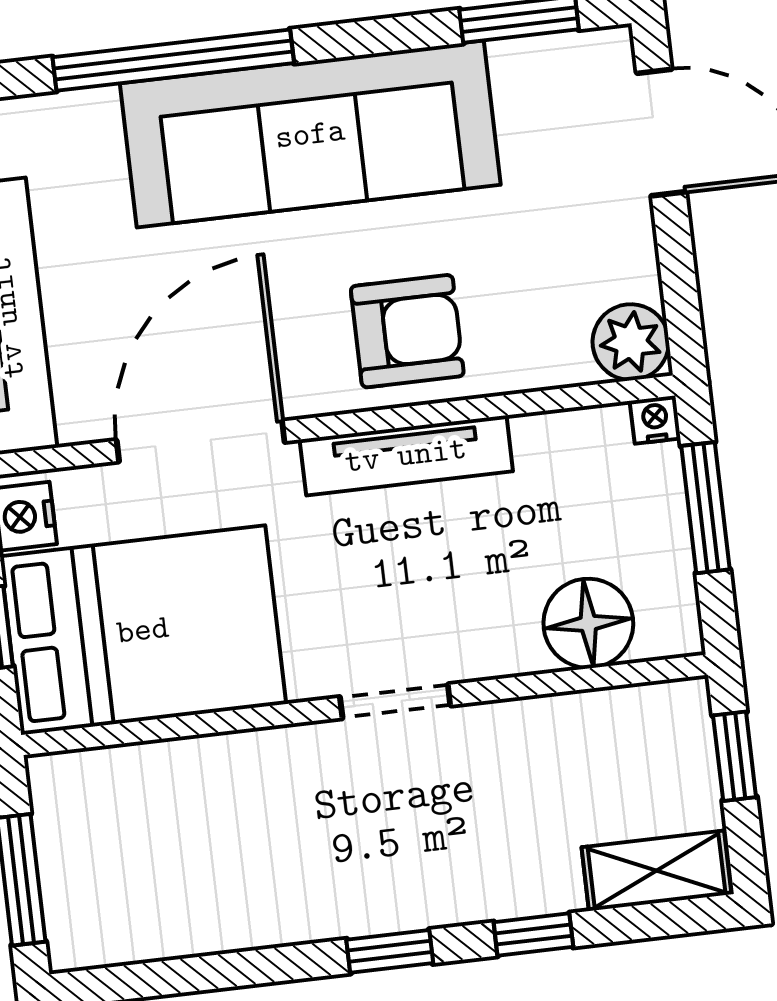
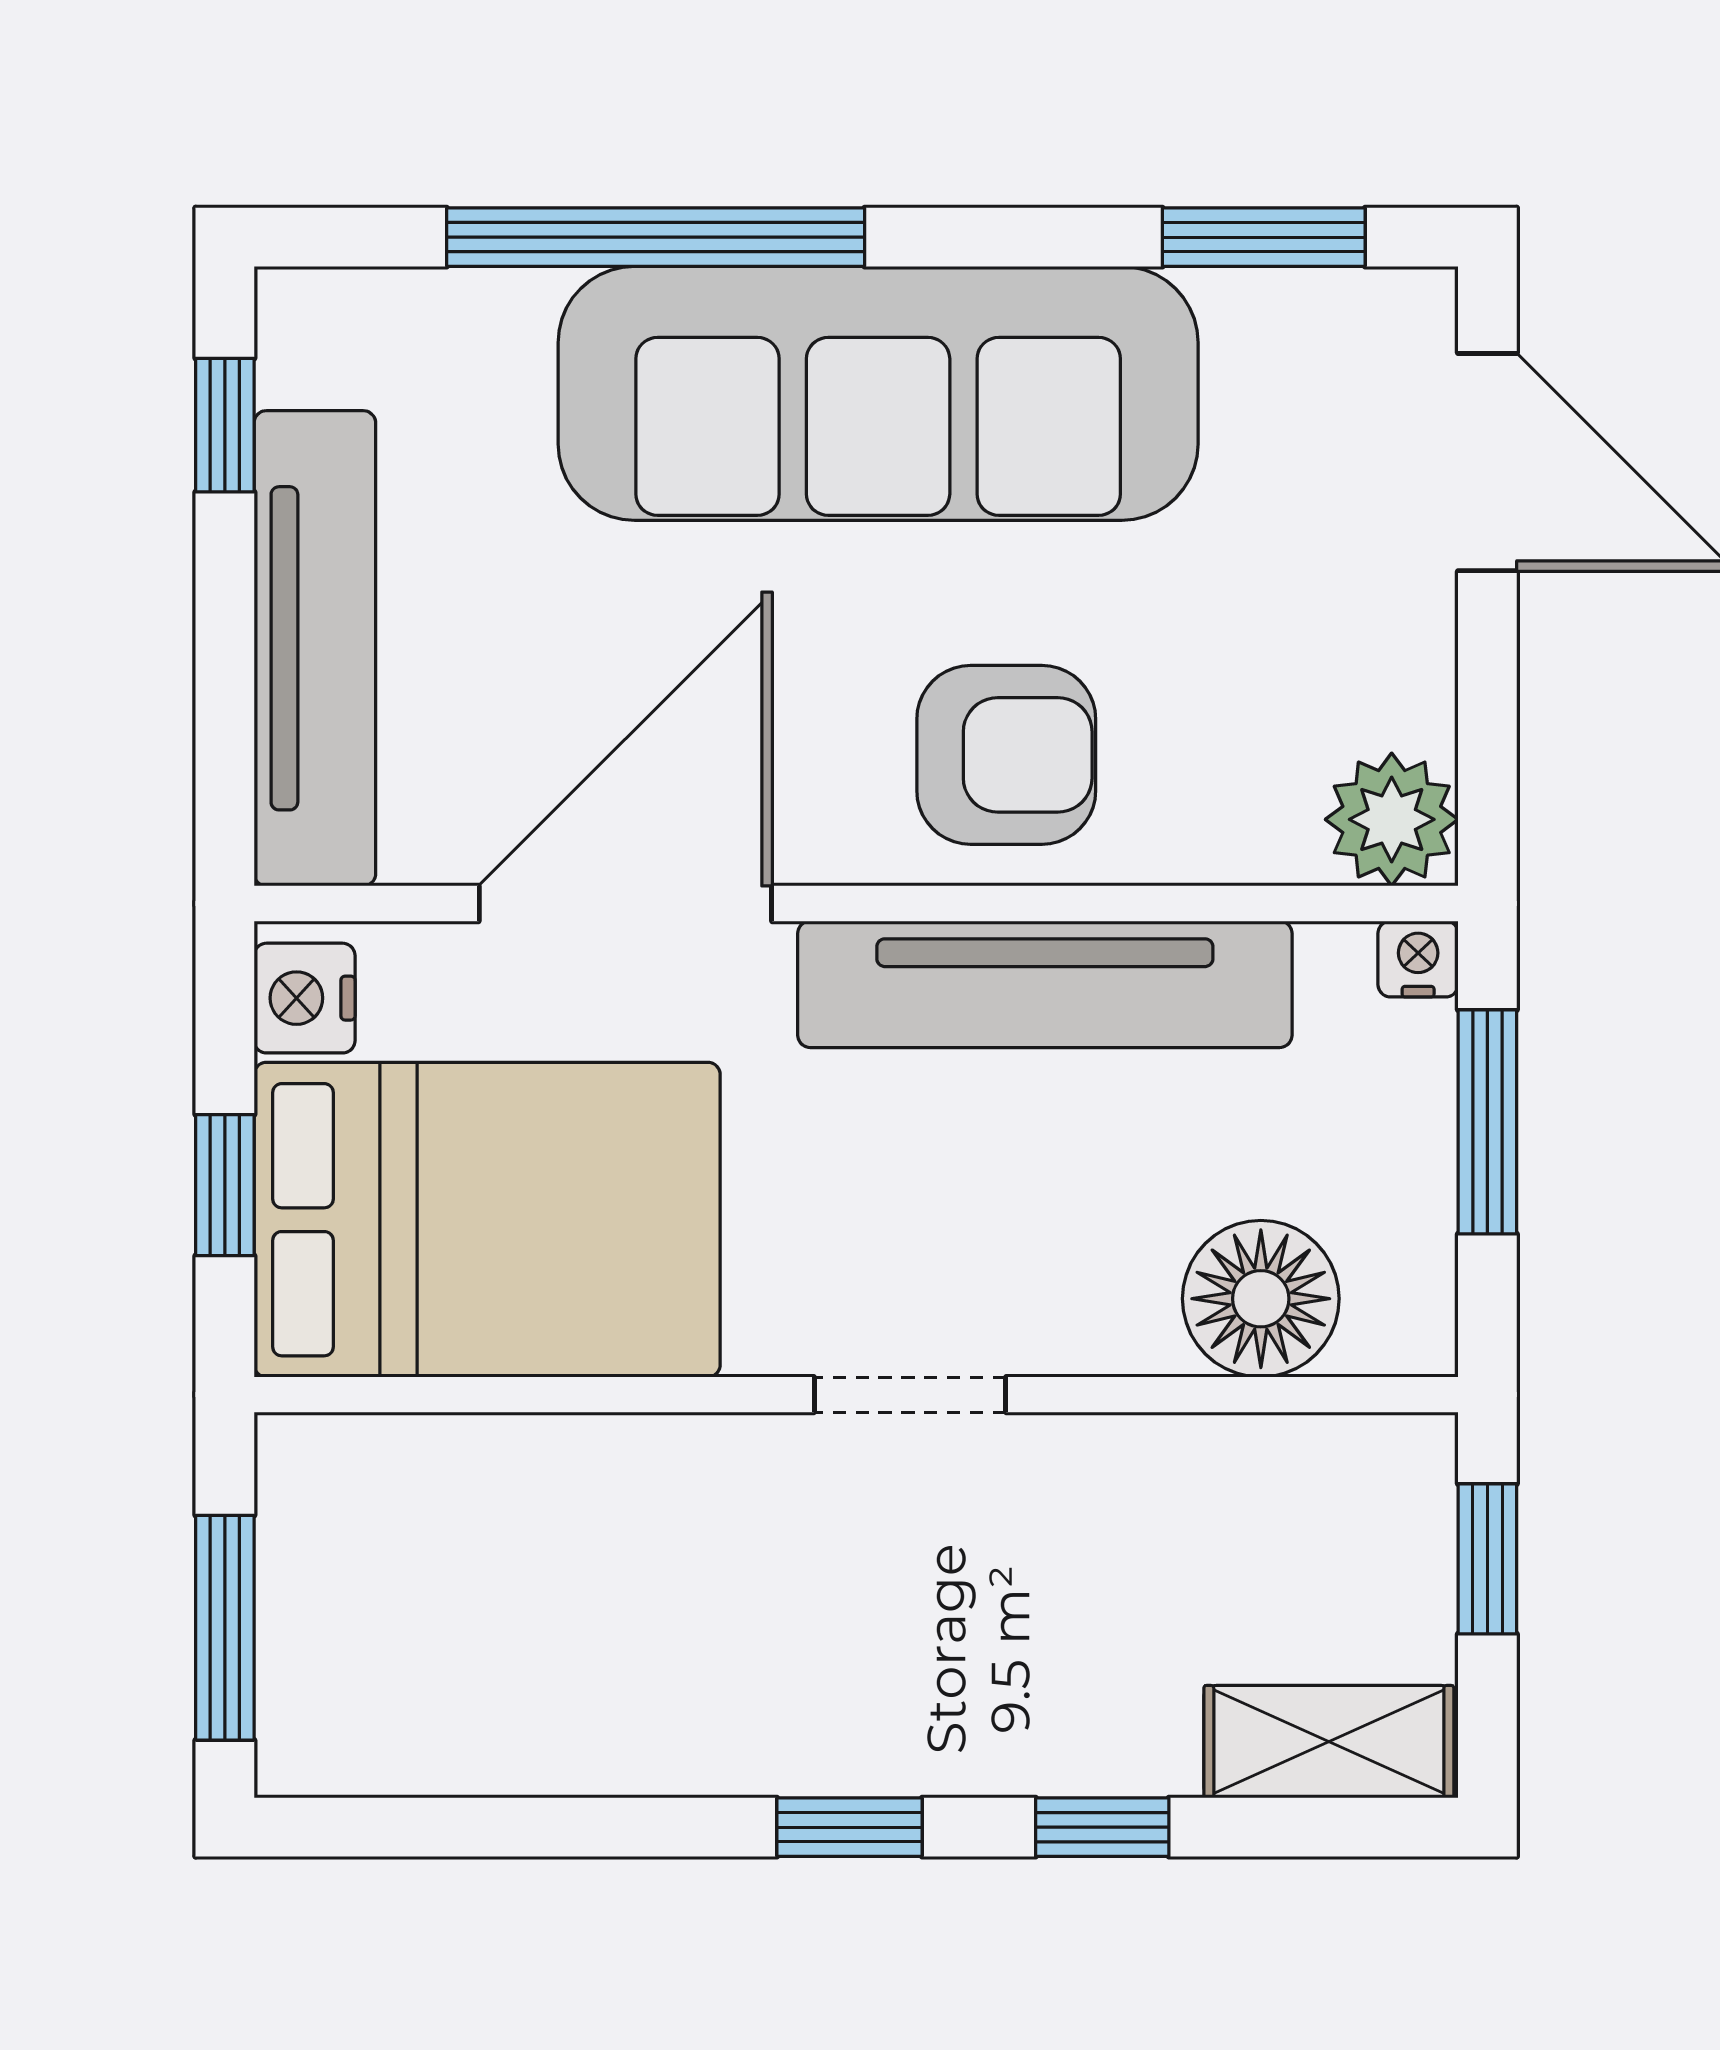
tv unit: (406, 455) -> (1045, 984), width x1.36, depth x1.29

